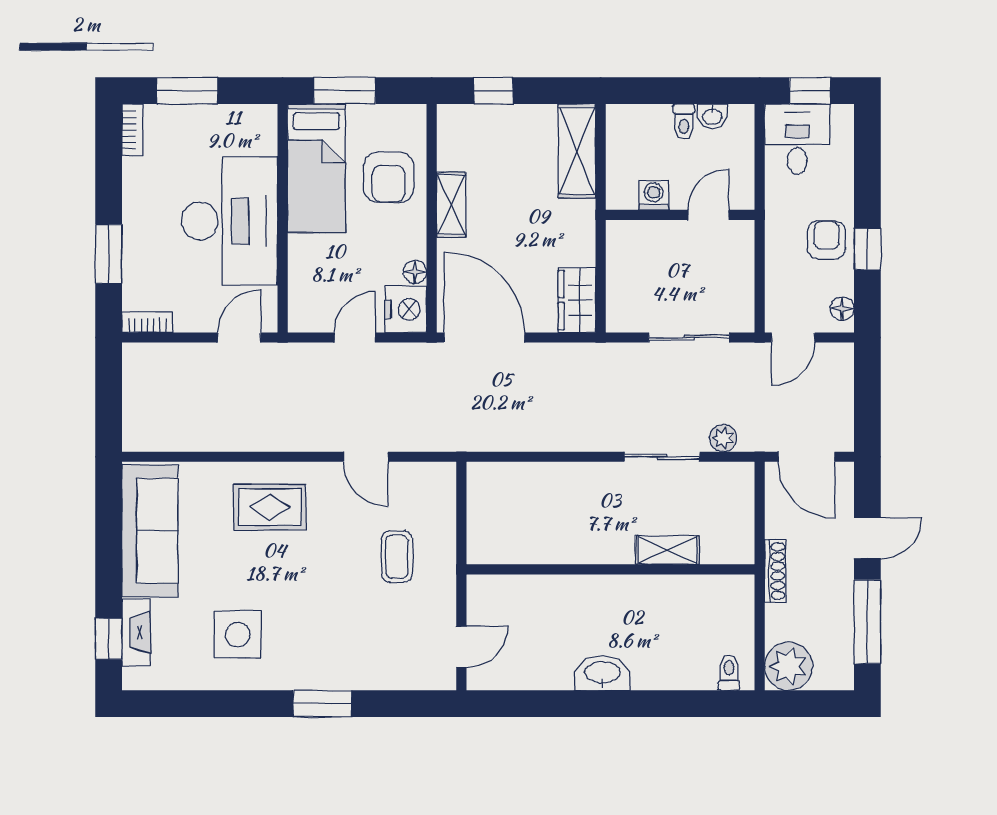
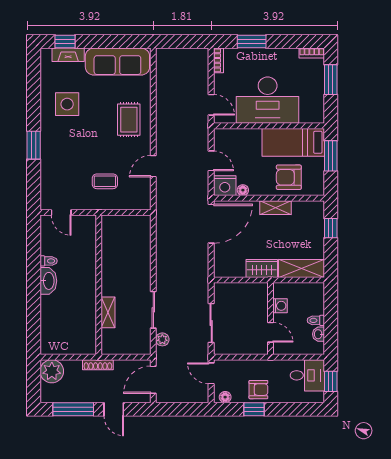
wardrobe: (577, 300) -> (262, 269), moved
toilet: (729, 673) -> (49, 261), moved

